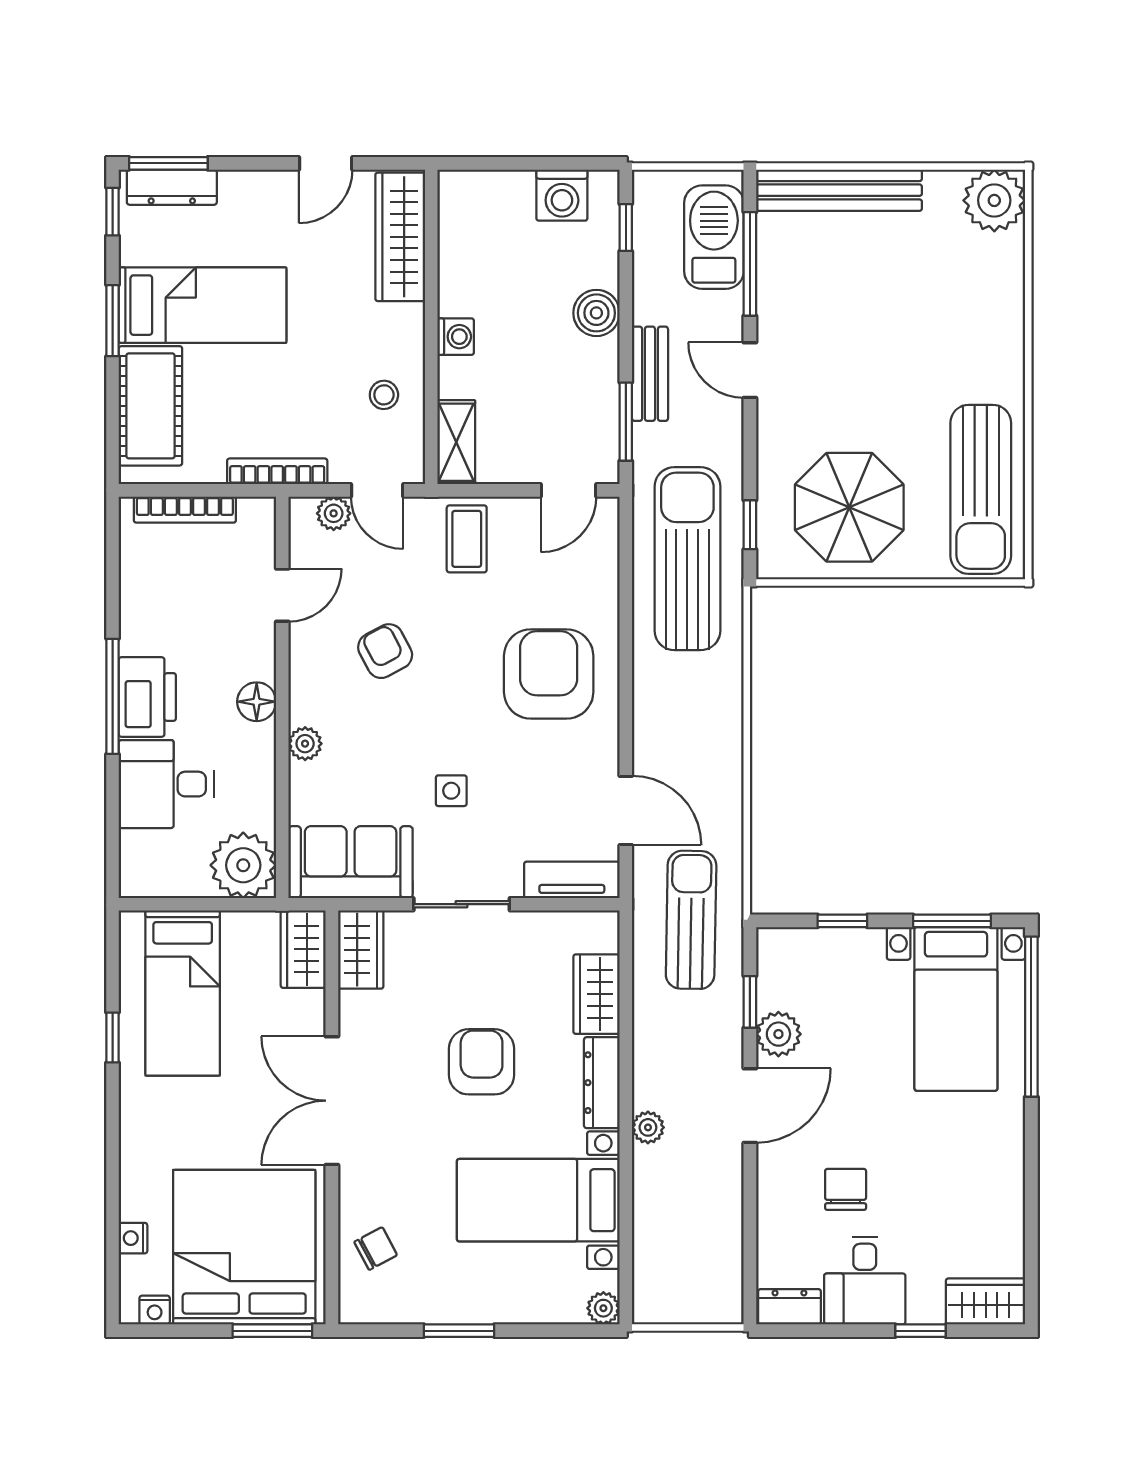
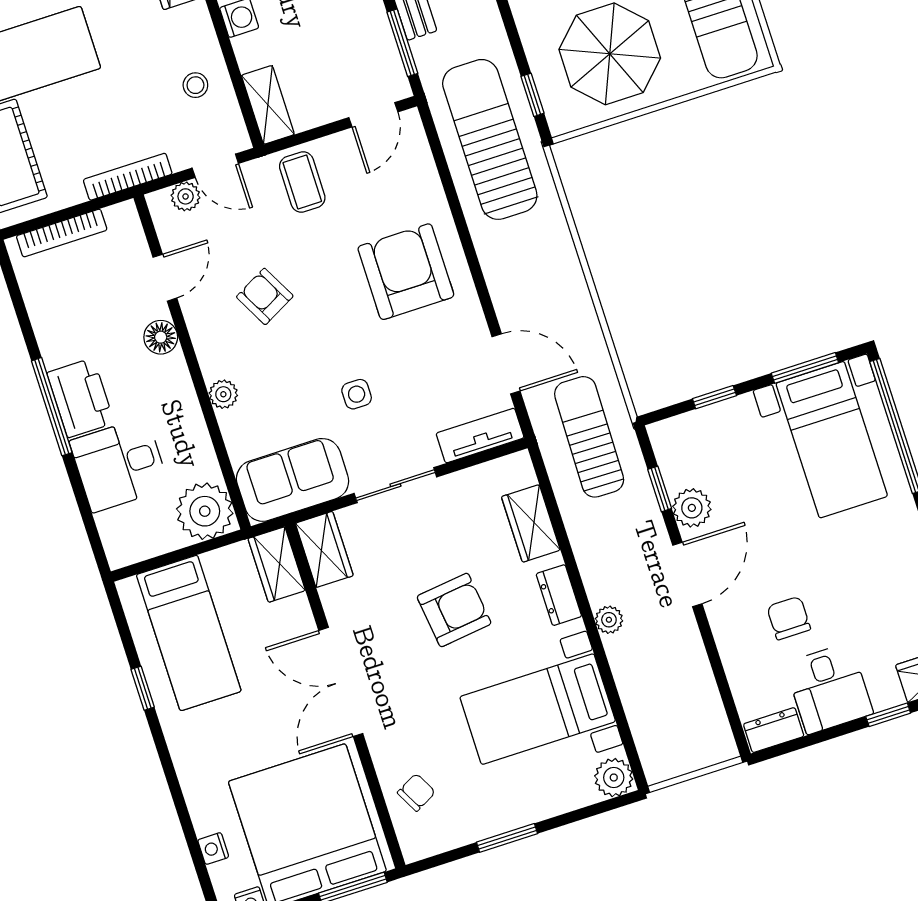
floor lamp: (257, 702) -> (161, 337), moved
armchair: (482, 1062) -> (454, 610), turned 83
dresser: (602, 1083) -> (559, 595), width x0.70
plant: (603, 1308) -> (614, 778), width x1.38, depth x1.38

